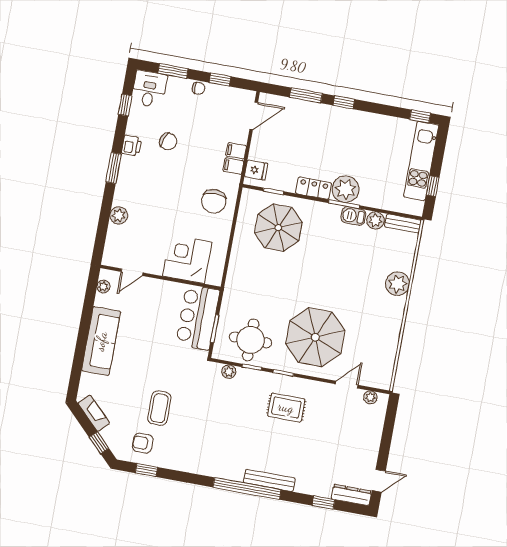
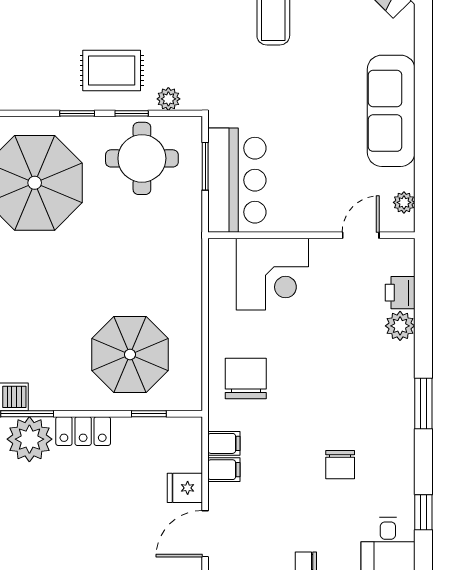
chair: (168, 141) -> (340, 465), turned -110
printer: (132, 146) -> (400, 293), moved
fridge: (256, 170) -> (185, 488), moved
rug: (286, 407) -> (112, 71), moved

